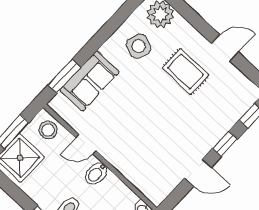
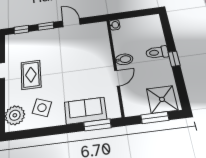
stool: (48, 130) -> (132, 102), removed
door: (86, 144) -> (117, 78), hinge flipped

